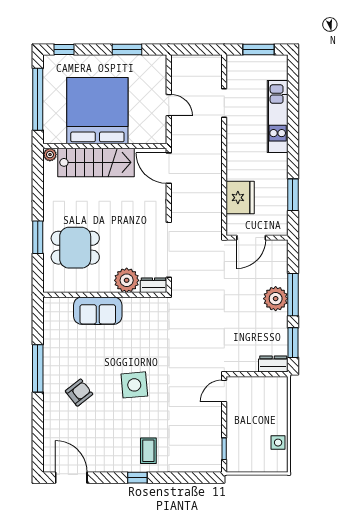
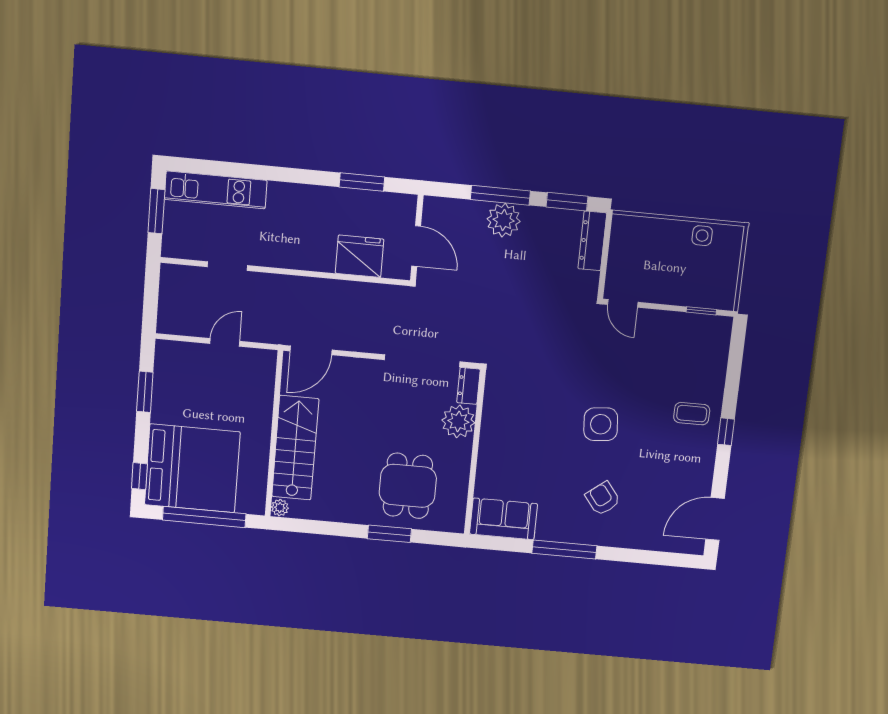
bed: (97, 111) -> (192, 468), moved, turned 180
kitchen unit: (278, 116) -> (216, 190), moved
sofa: (98, 311) -> (504, 519), moved, turned -90
dresser: (273, 364) -> (592, 241), width x1.44

